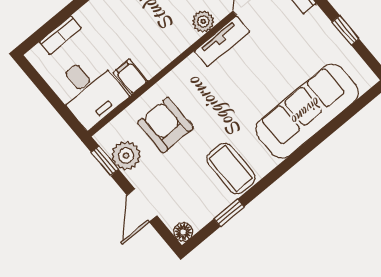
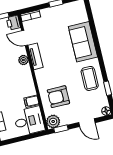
sofa: (307, 111) -> (83, 42), width x0.73
plant: (126, 155) -> (53, 121), moved
coffee table: (231, 168) -> (90, 78), turned 90

